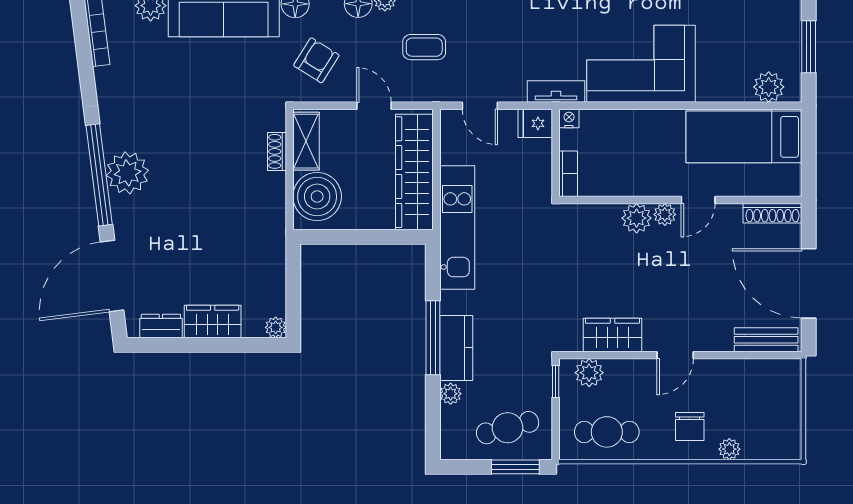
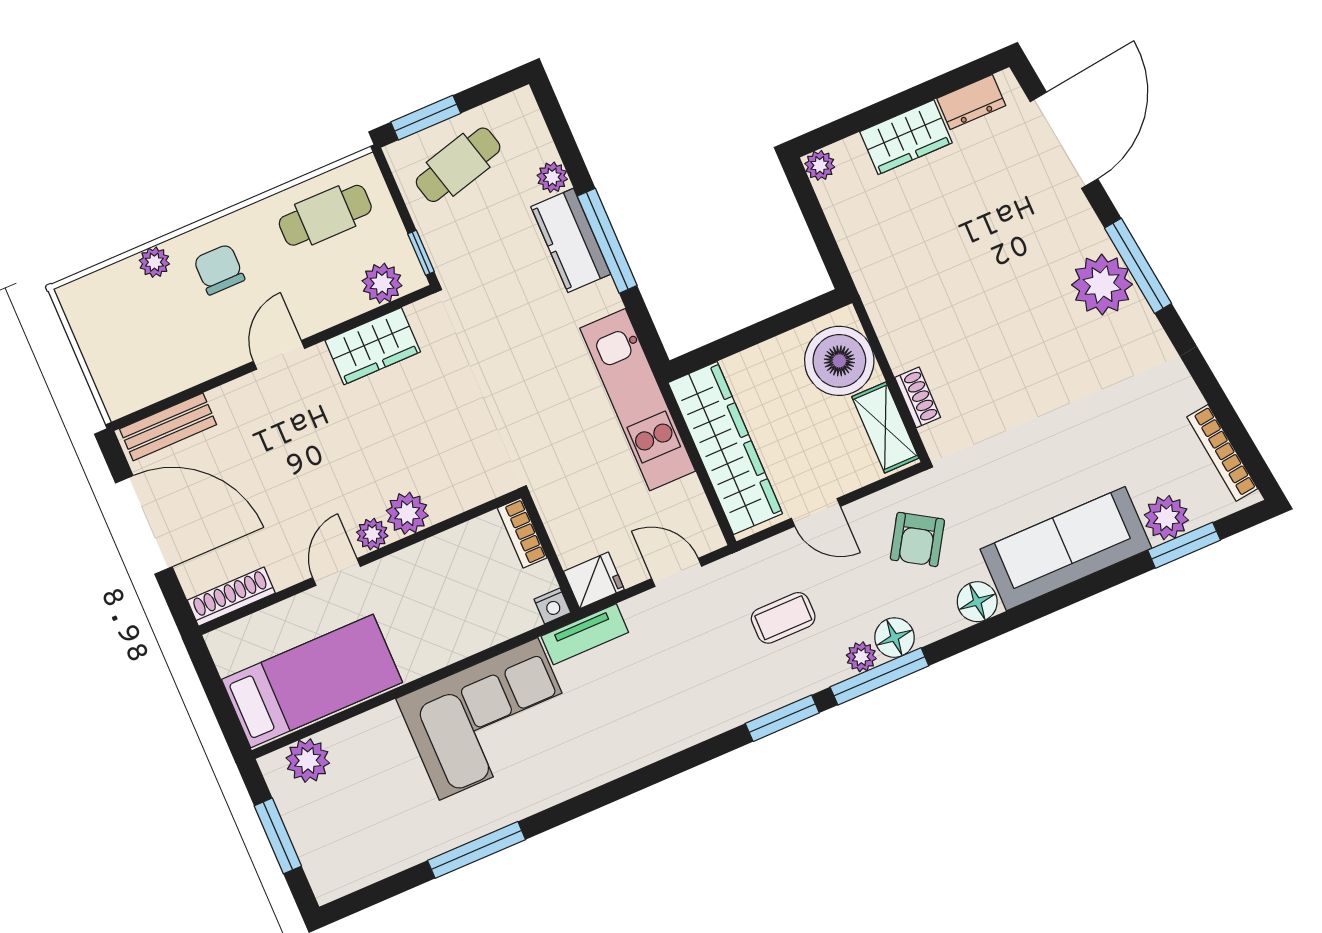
window: (99, 175) -> (1138, 266), width x0.68

